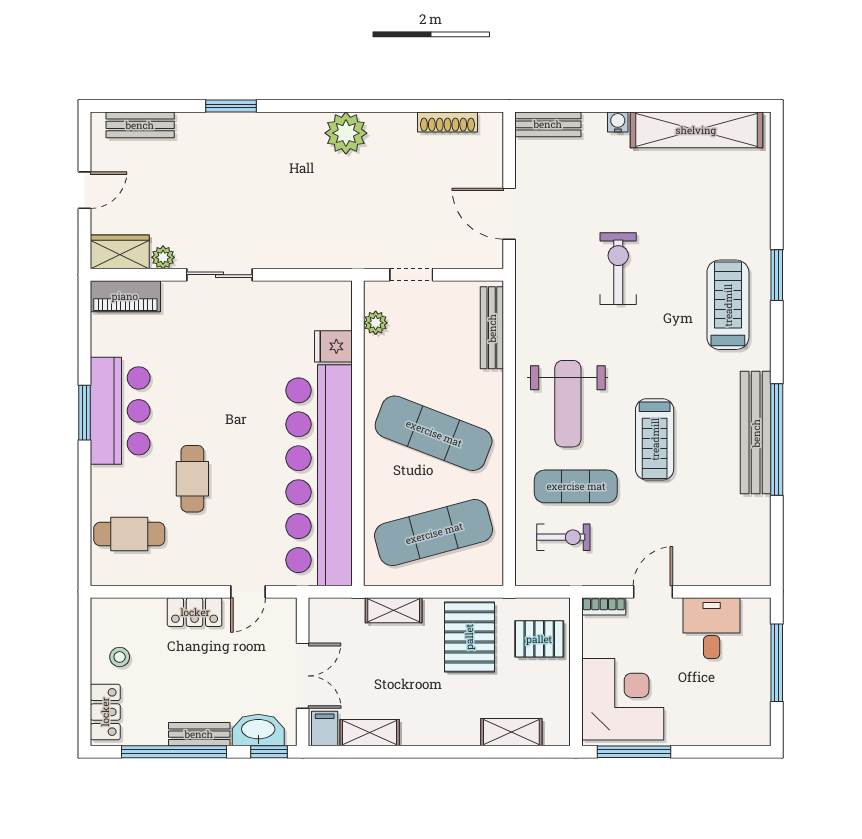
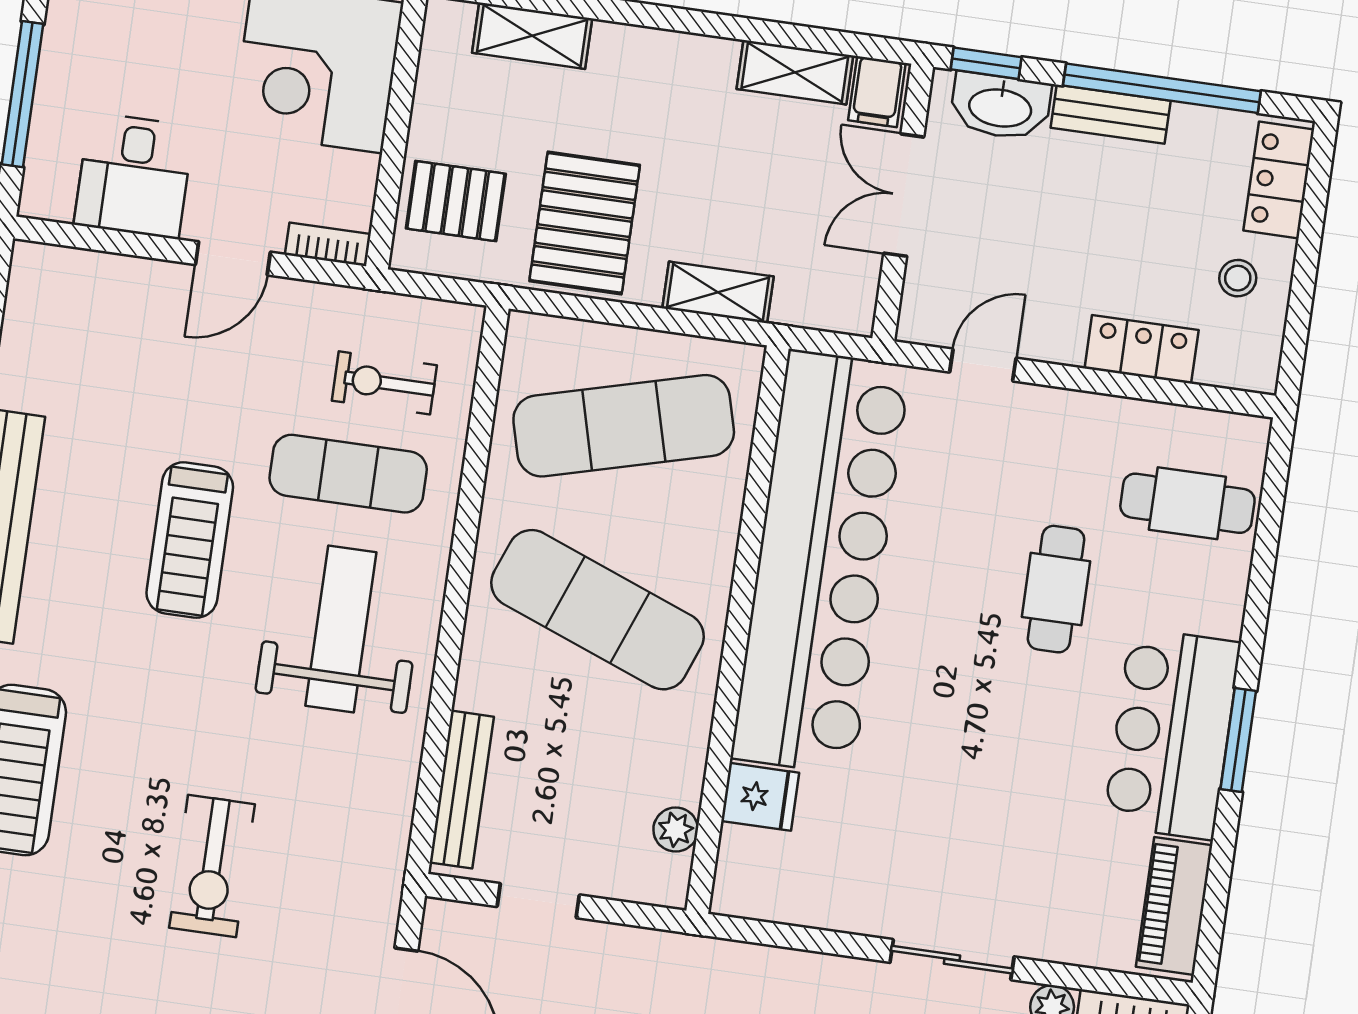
doorway: (411, 275) -> (538, 901), moved
piano: (125, 296) -> (1174, 906), moved, turned -90
treadmill: (655, 439) -> (190, 540), turned 180
locker: (195, 612) -> (1142, 349), moved

